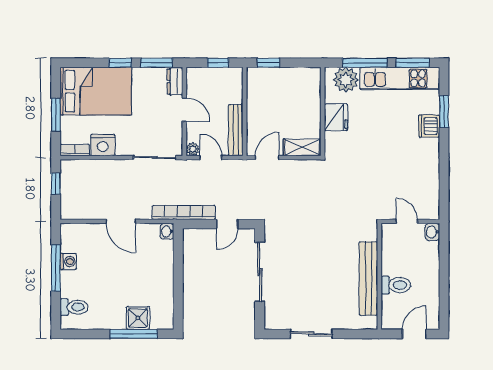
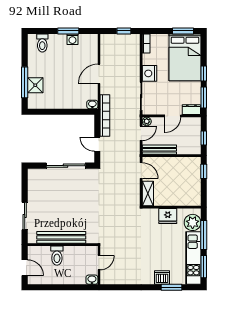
window: (56, 115) -> (183, 31), moved
nightstand: (103, 145) -> (149, 73), moved
window: (56, 268) -> (68, 31), width x0.69
sliding door: (311, 334) -> (25, 216), moved

